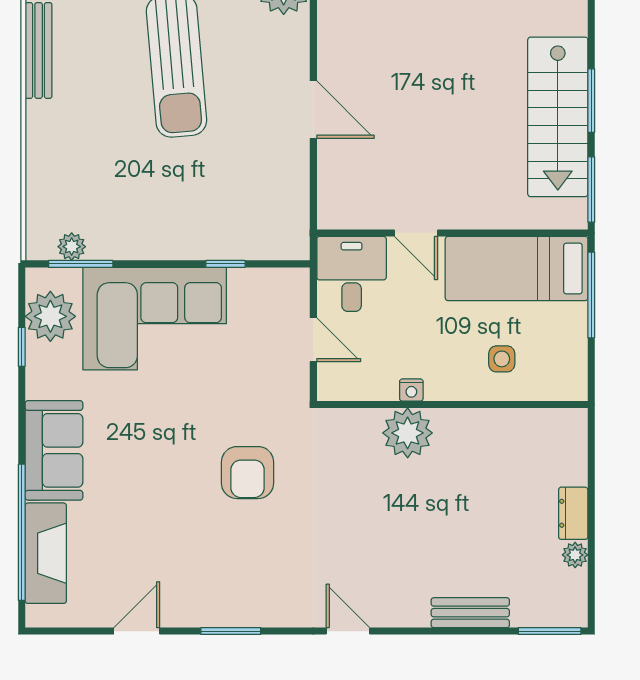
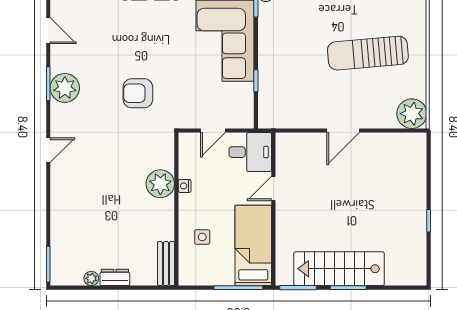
plant: (238, 602) -> (65, 88), added
bench: (470, 613) -> (166, 264), moved

